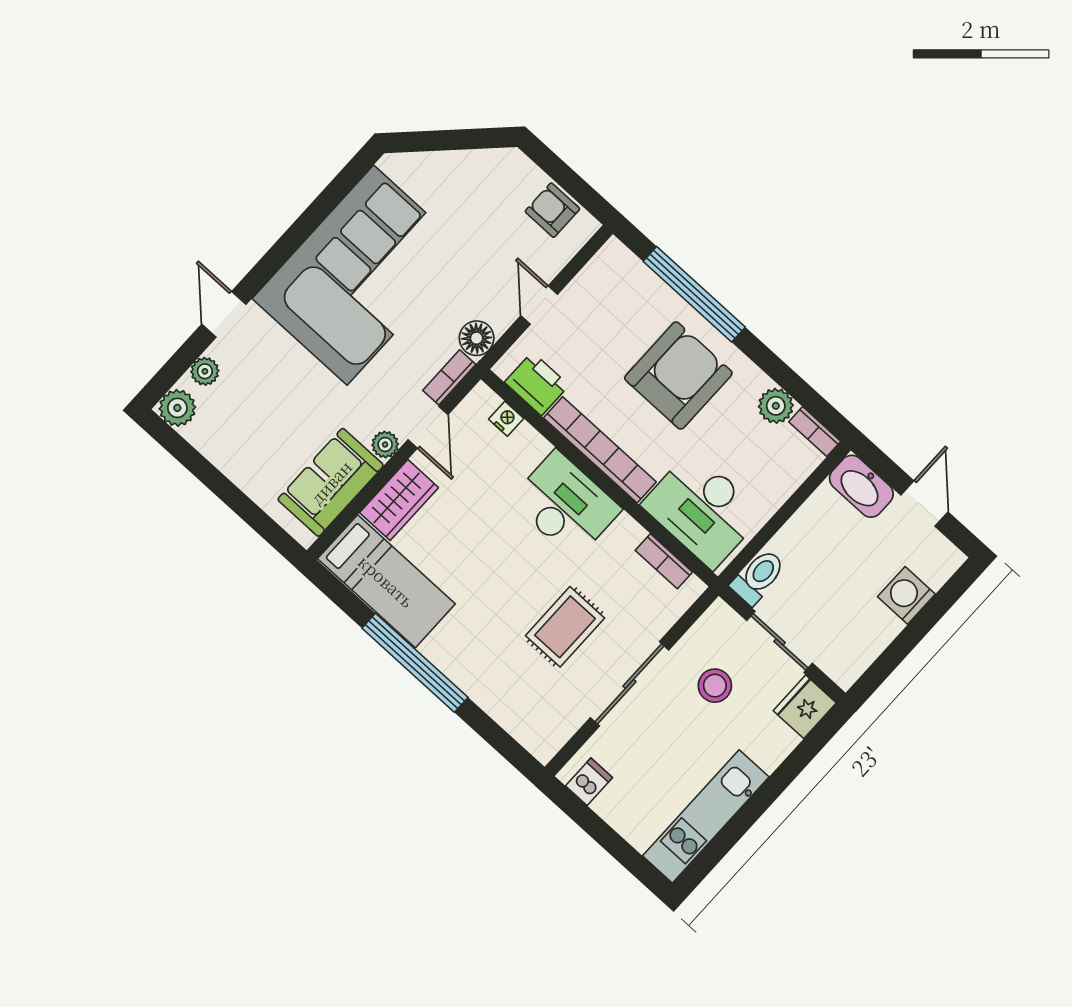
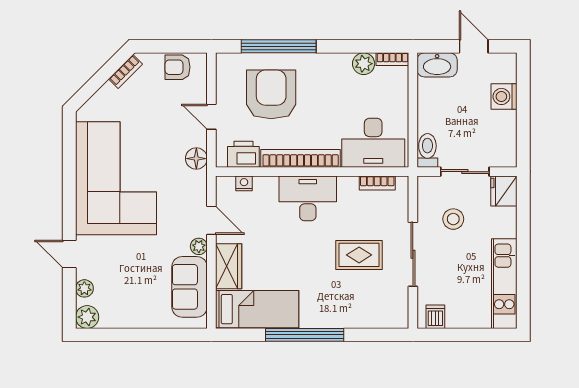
armchair: (678, 376) -> (271, 94), moved
bookcase: (449, 377) -> (126, 72), moved, turned -135
rug: (565, 627) -> (359, 255), turned 90

